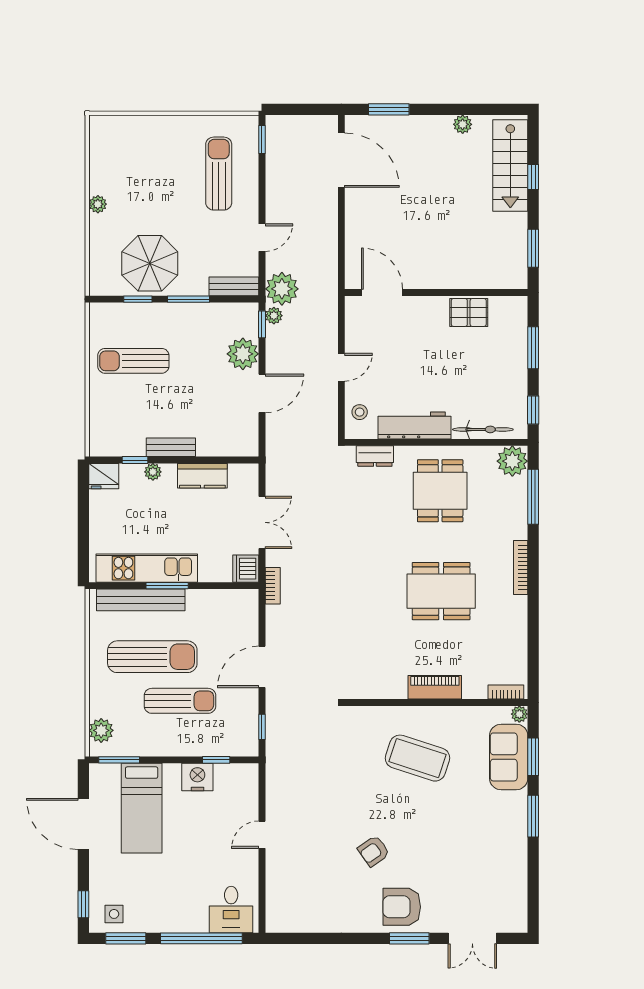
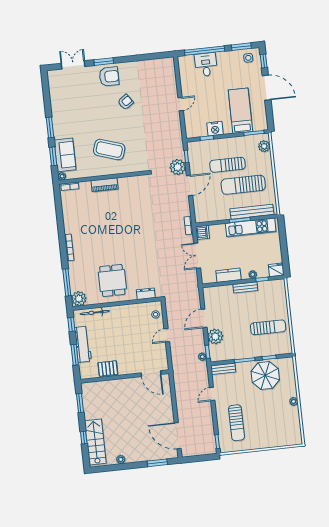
plant: (282, 289) -> (178, 167), moved
workbench: (415, 425) -> (83, 344), moved, turned -90
dining table: (441, 591) -> (107, 232), removed
door: (83, 824) -> (267, 88), moved
desk: (231, 910) -> (206, 65), moved

